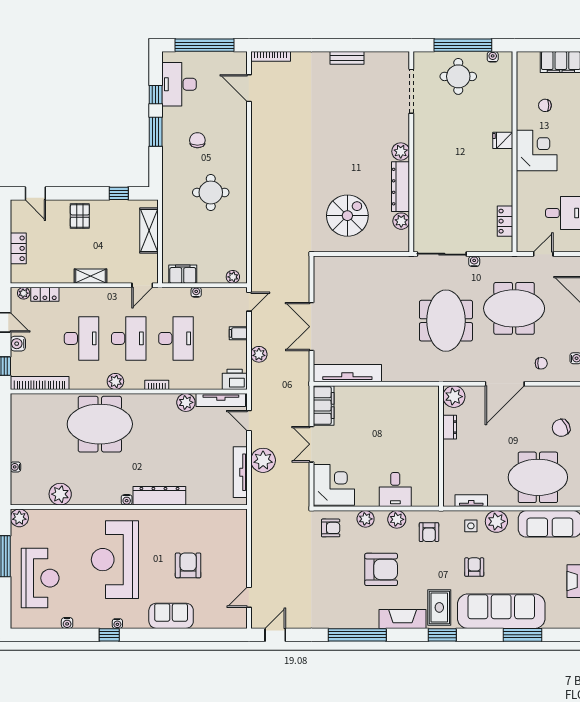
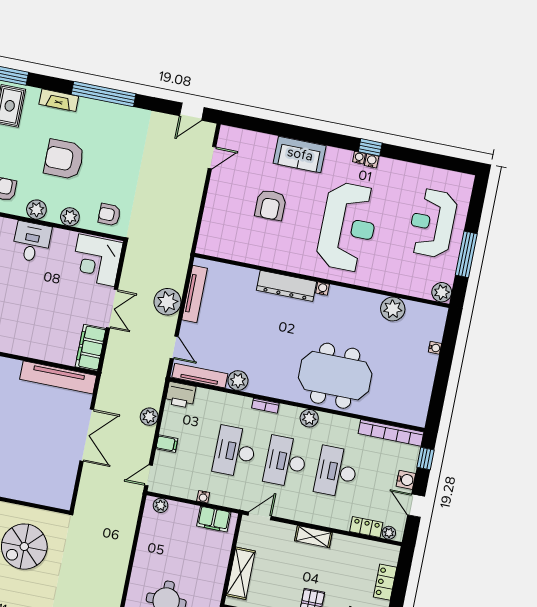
fireplace: (403, 619) -> (59, 100), width x0.73, depth x0.76
water cooler: (67, 623) -> (372, 161), moved

